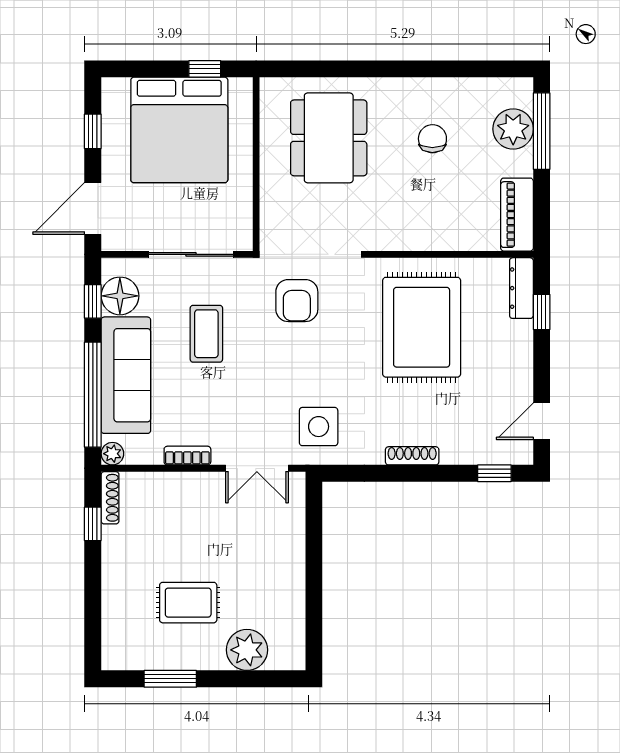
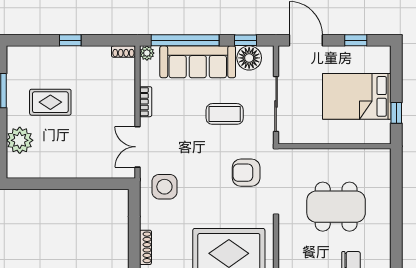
bed: (179, 130) -> (357, 96), width x0.73
dining table: (329, 138) -> (336, 207), moved
shoe rack: (110, 498) -> (123, 52), width x0.70
window: (93, 524) -> (70, 40), moved
rug: (188, 603) -> (50, 102), turned 90

